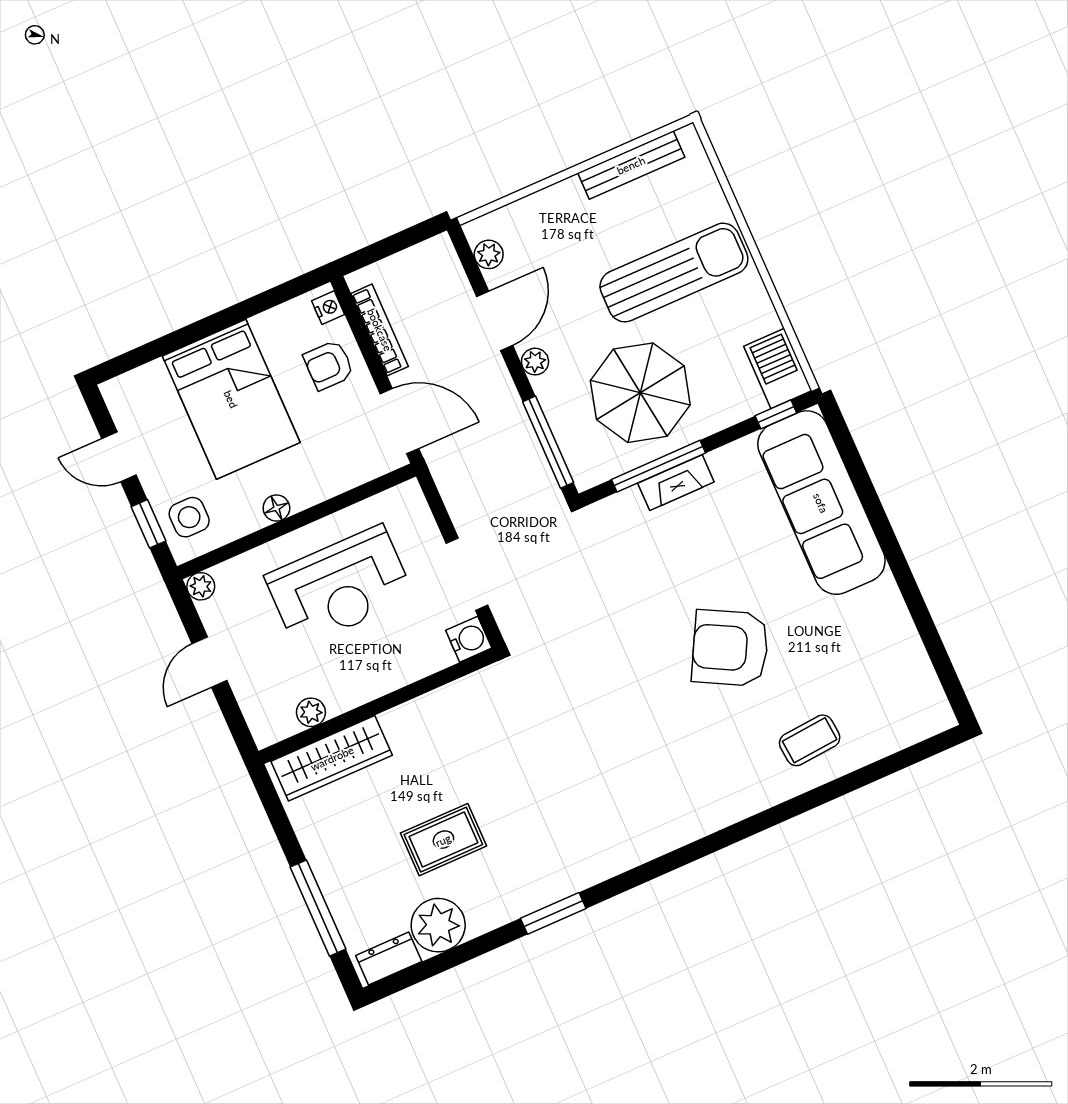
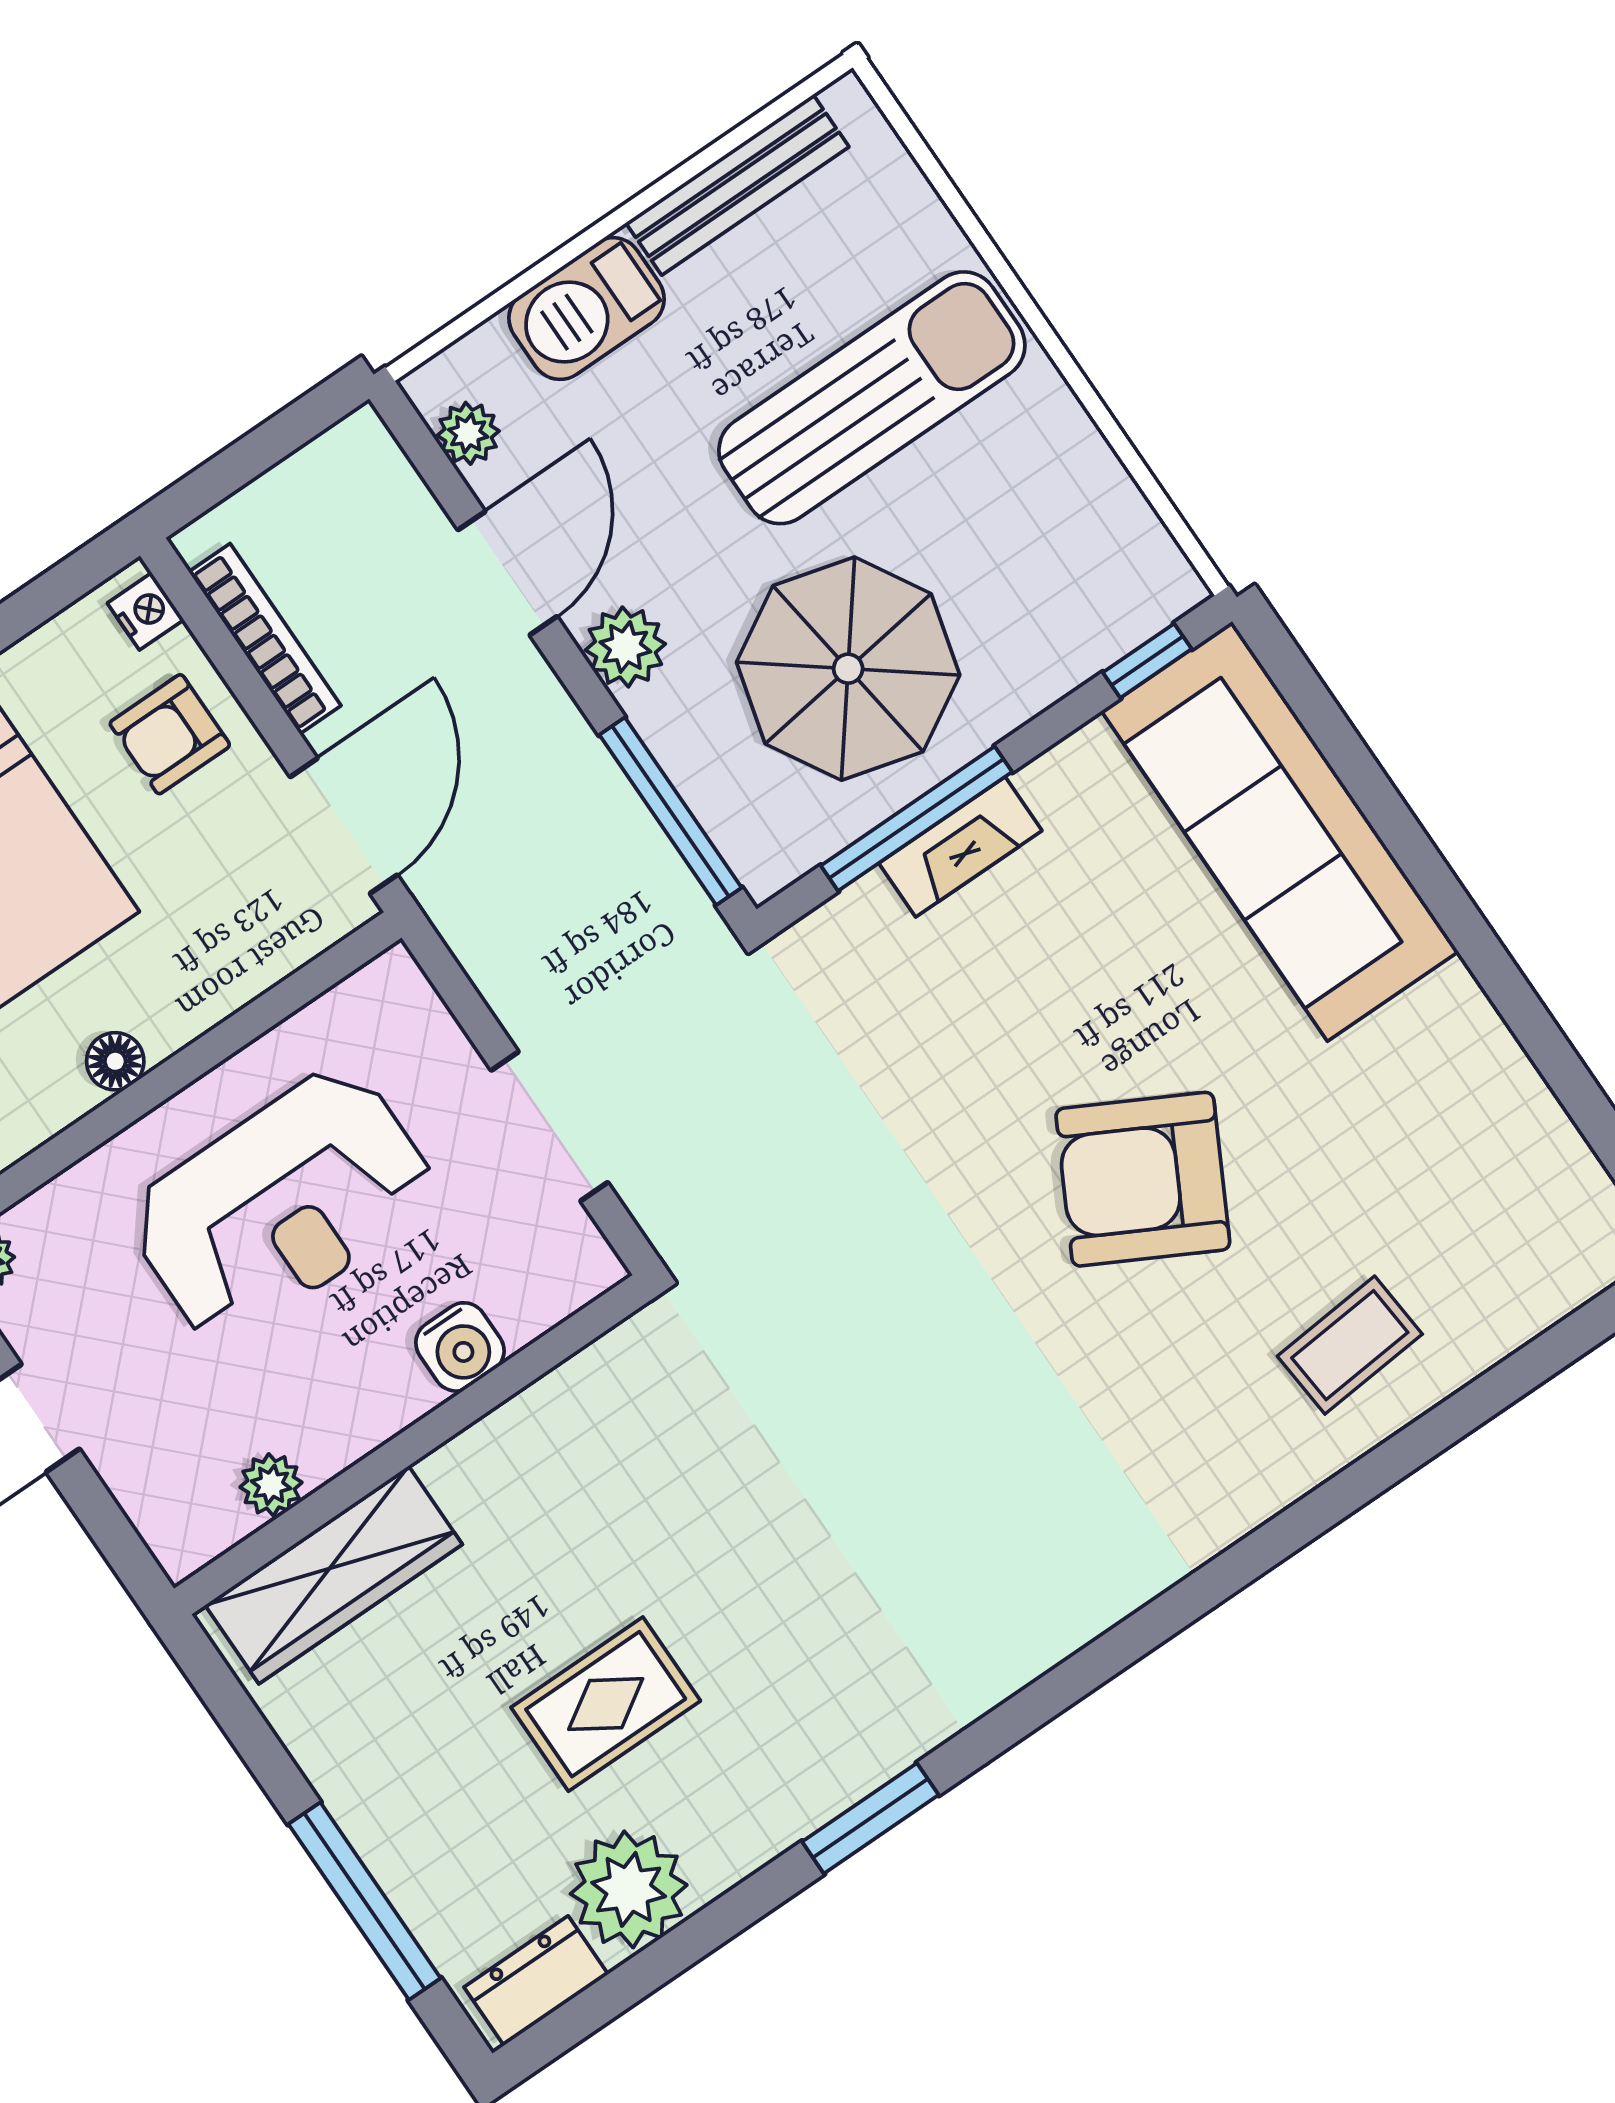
plant: (535, 362) -> (625, 647), width x1.38, depth x1.38
barbecue: (778, 368) -> (587, 309), moved, turned -90
door: (399, 421) -> (344, 826), hinge flipped
water cooler: (469, 639) -> (460, 1347), moved, turned 90

